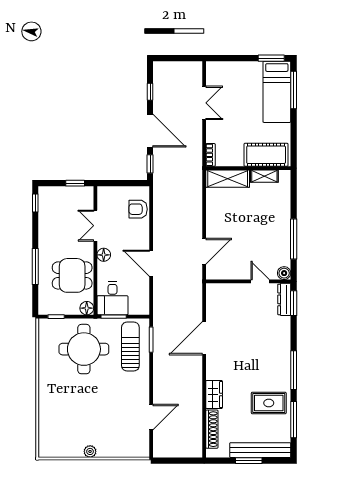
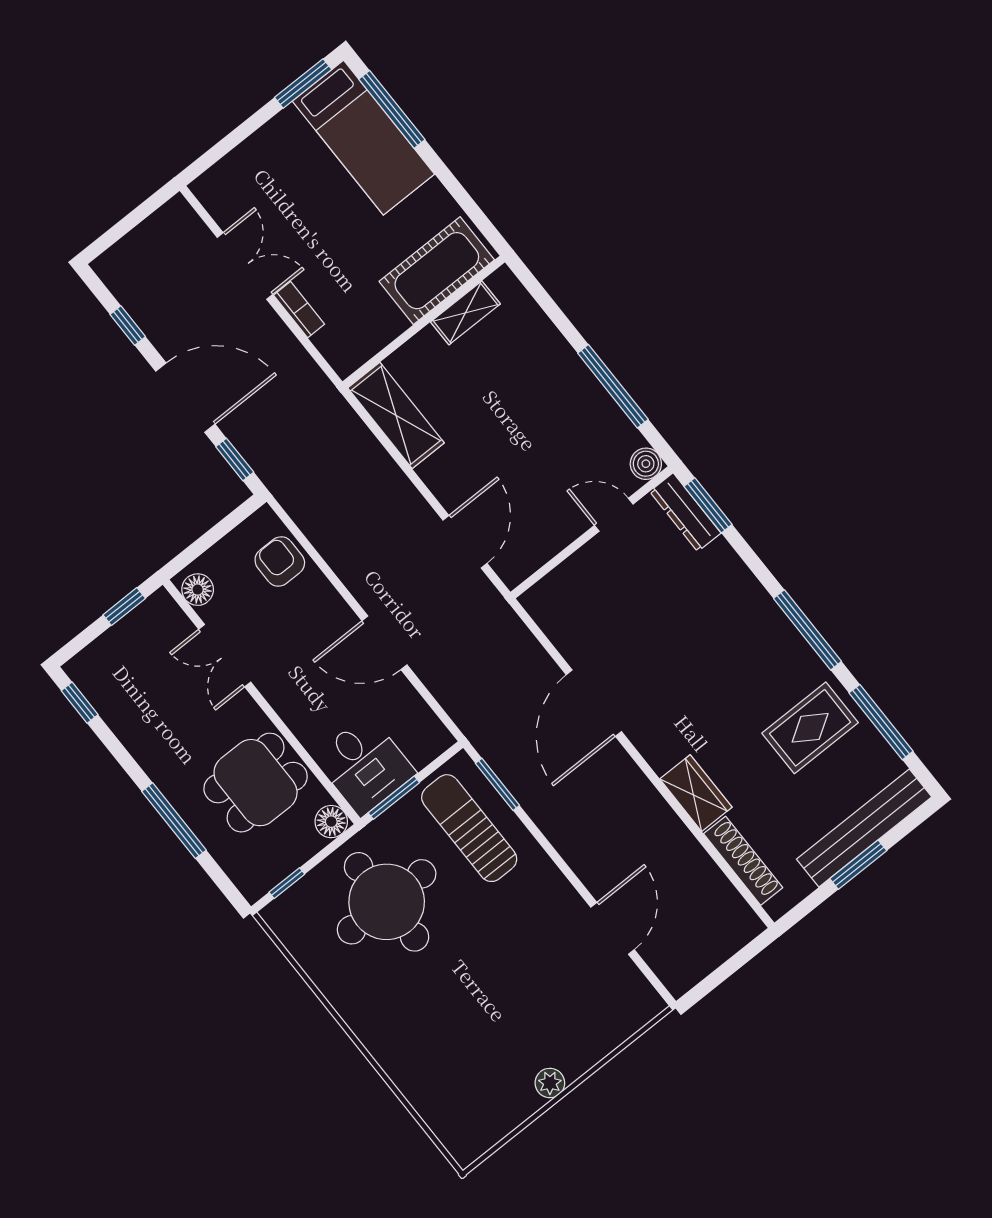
bookcase: (211, 155) -> (299, 310), moved
shelving: (228, 179) -> (396, 415), moved, turned 90
armchair: (138, 209) -> (280, 561), turned 90
floor lamp: (104, 255) -> (198, 590), moved

